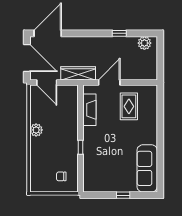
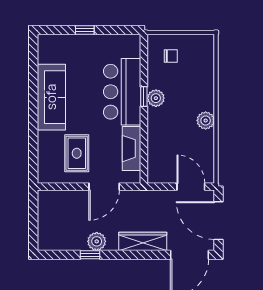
plant: (144, 43) -> (97, 241), moved
wardrobe: (78, 73) -> (143, 241), moved, turned 180
plant: (72, 146) -> (156, 98), added
bar counter: (96, 151) -> (122, 92), added
sofa: (147, 168) -> (51, 97), moved

